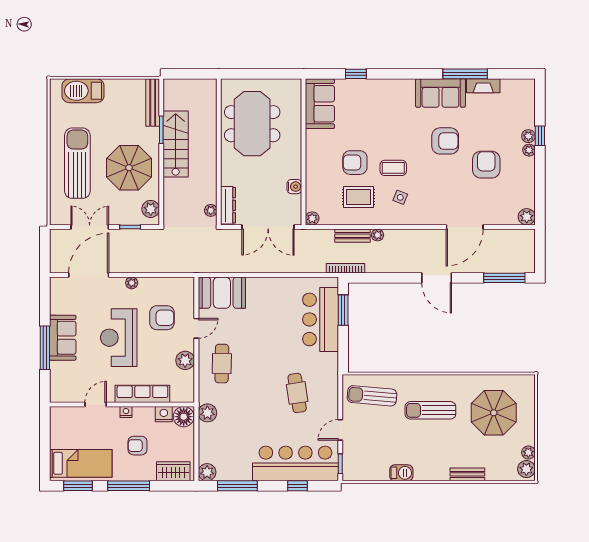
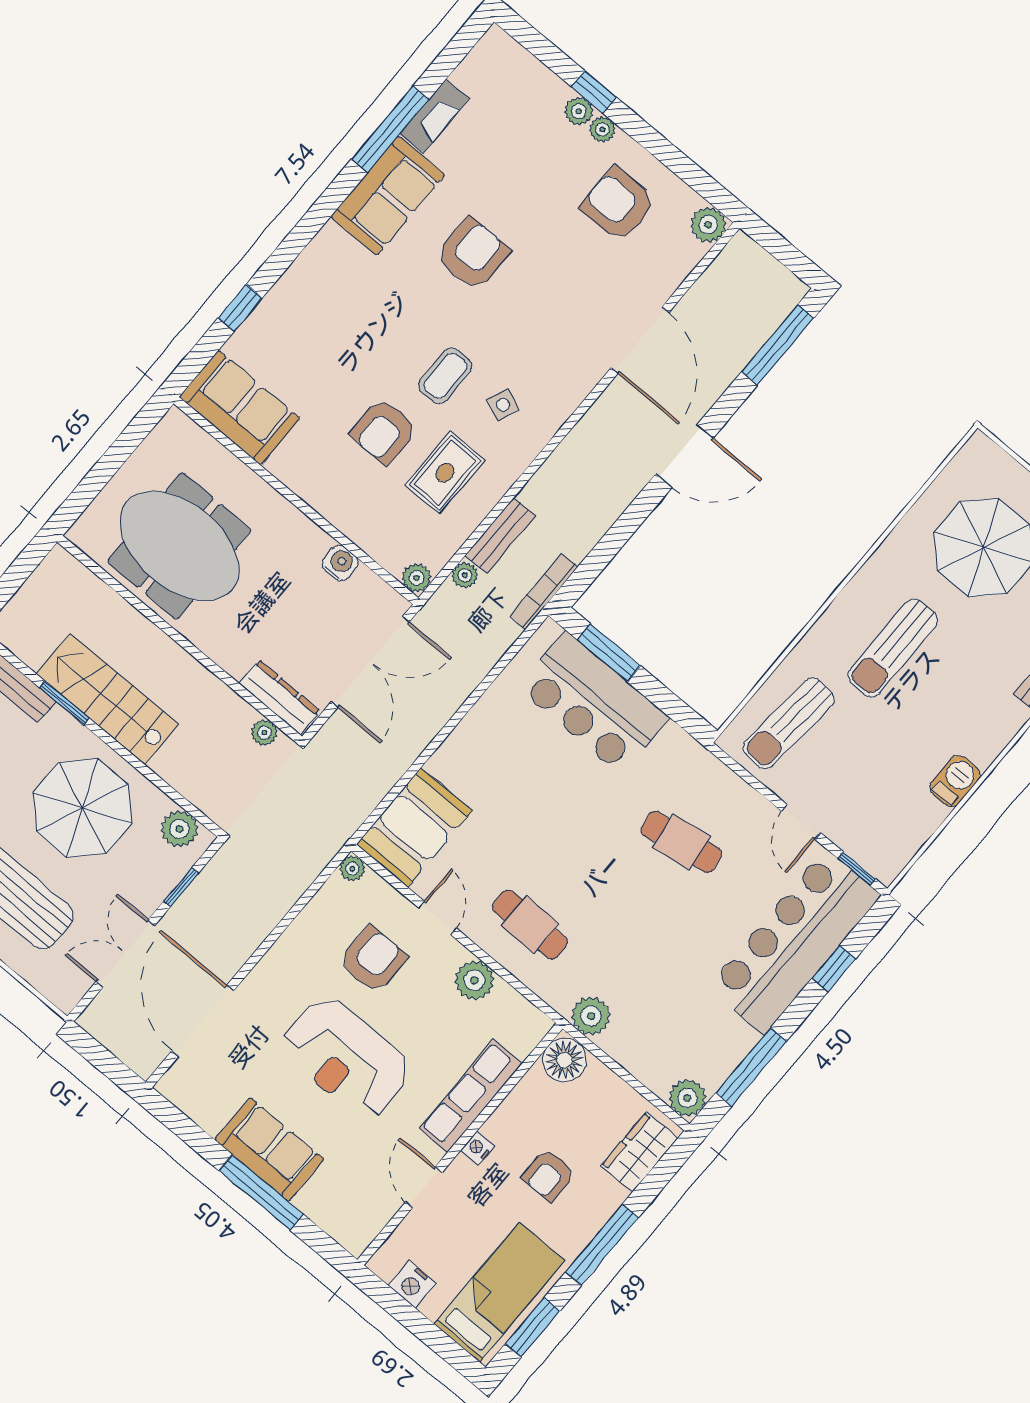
armchair: (486, 165) -> (618, 204), moved
plant: (378, 235) -> (465, 575), moved
plant: (132, 283) -> (352, 868), moved
nightstand: (164, 414) -> (412, 1284), moved, turned -90

